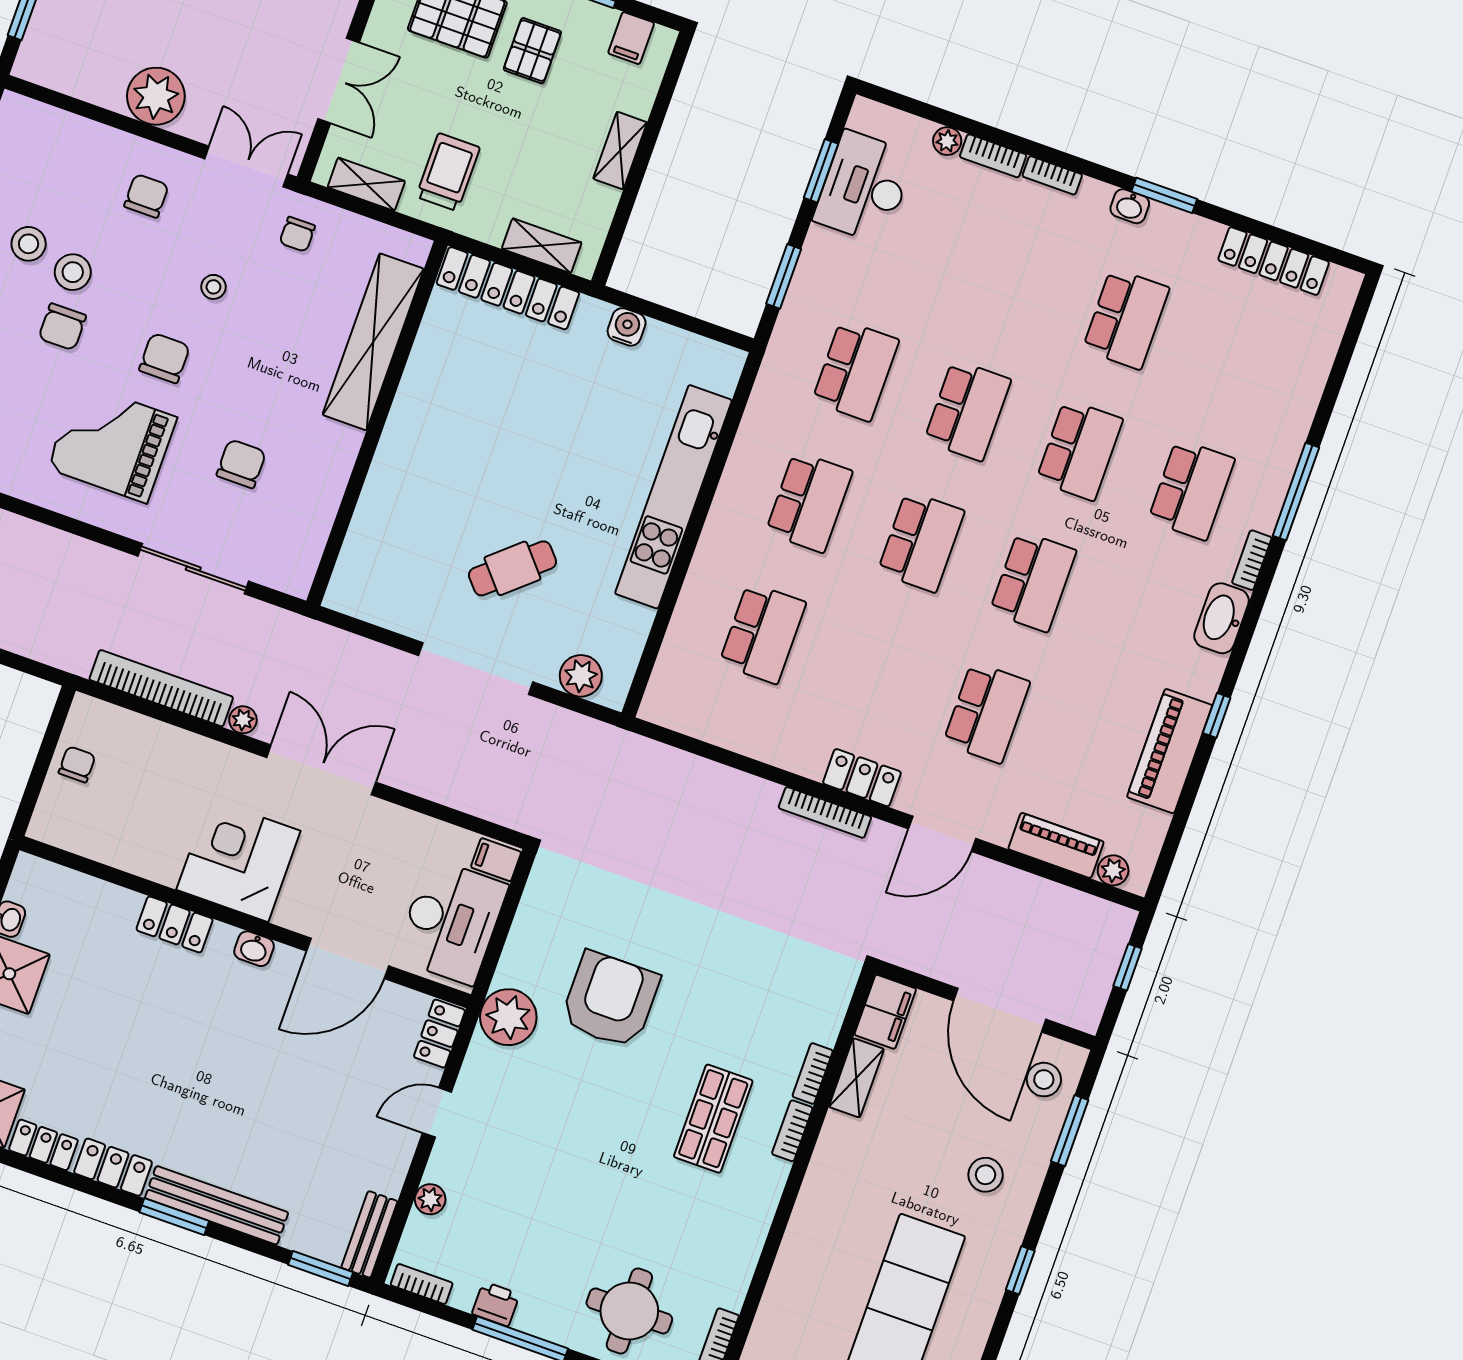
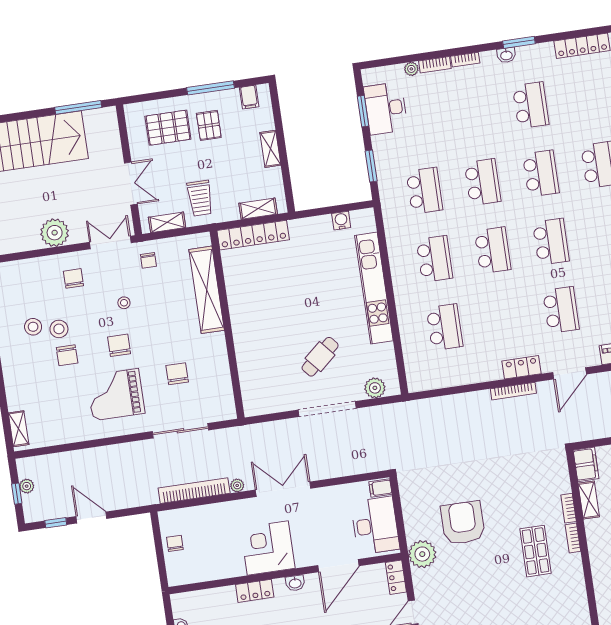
trolley: (448, 172) -> (200, 198), turned 180
water cooler: (627, 327) -> (341, 221), moved

